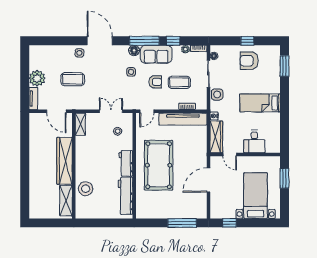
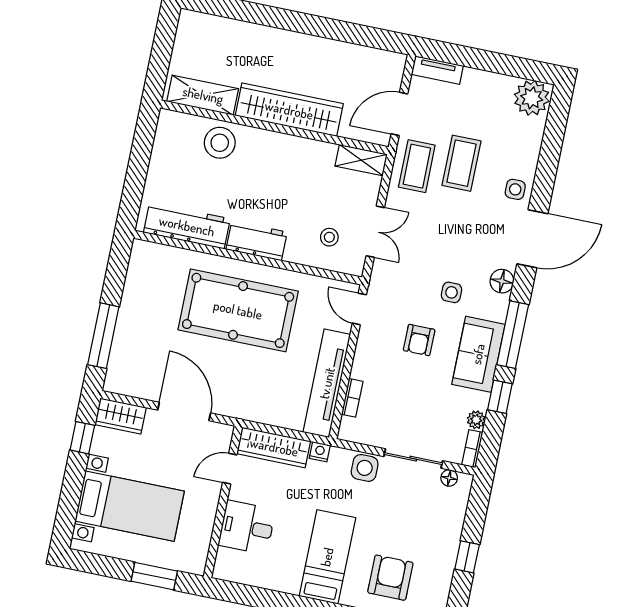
floor lamp: (134, 50) -> (502, 281), moved
armchair: (249, 61) -> (390, 578), moved
plant: (37, 78) -> (532, 98), moved
coffee table: (179, 82) -> (417, 166), moved
wardrobe: (216, 208) -> (120, 416), added

